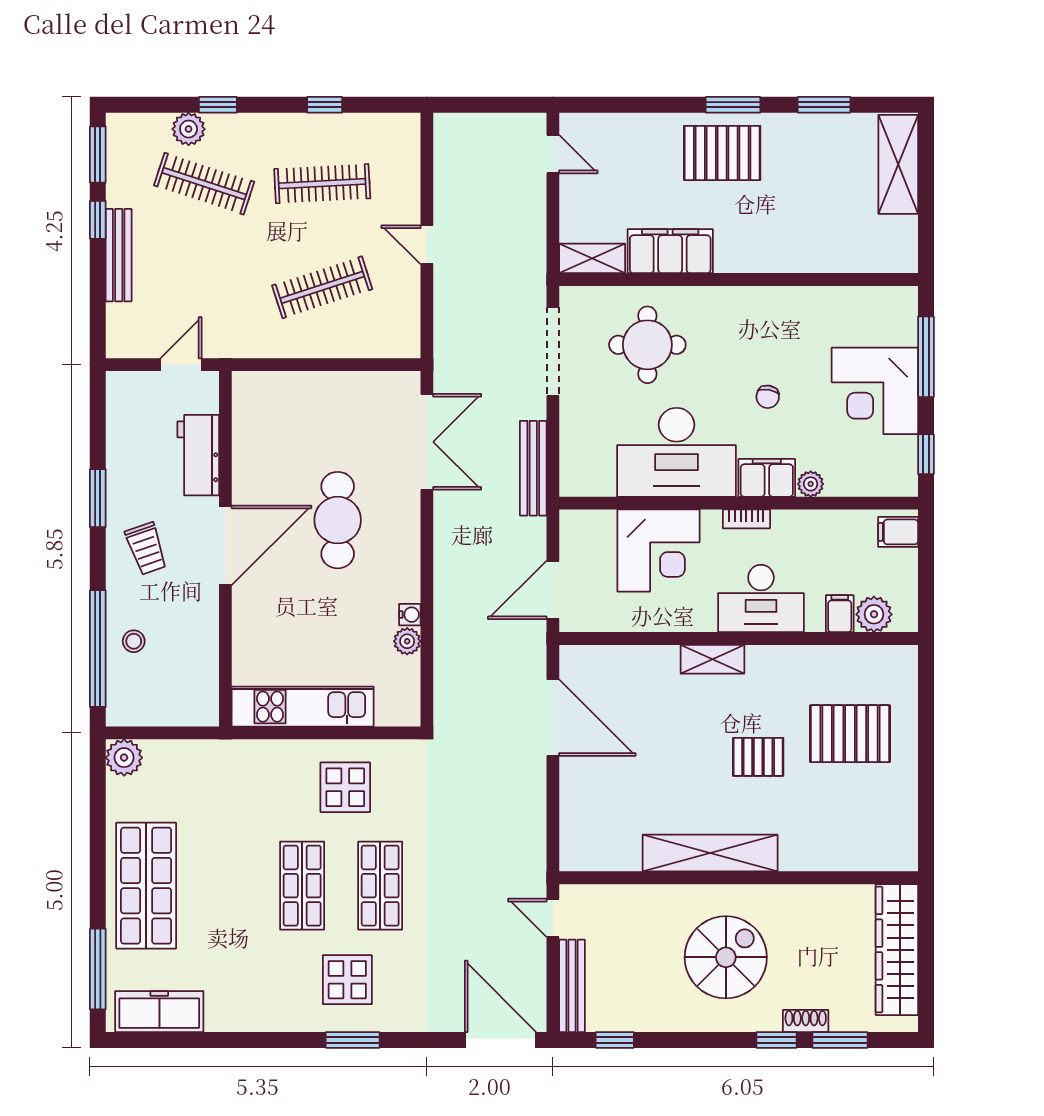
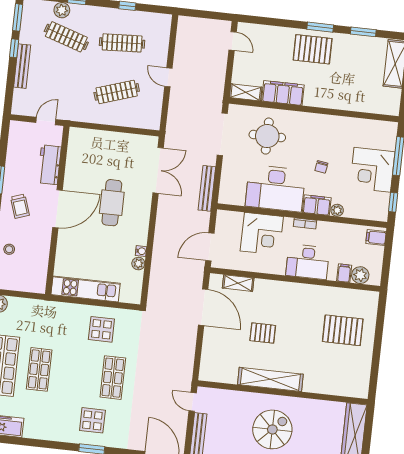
shelving: (713, 659) -> (238, 283), moved
pallet: (758, 757) -> (263, 333), moved
shop shelf: (302, 886) -> (39, 369), moved

